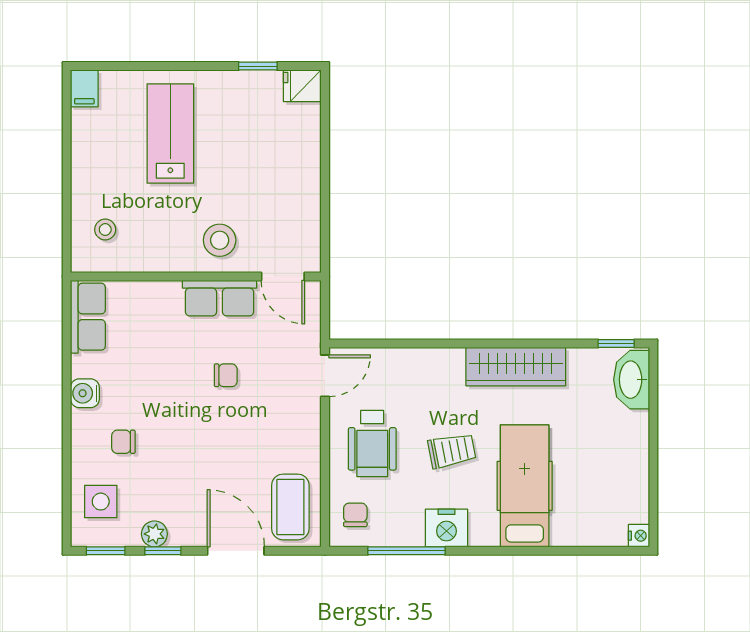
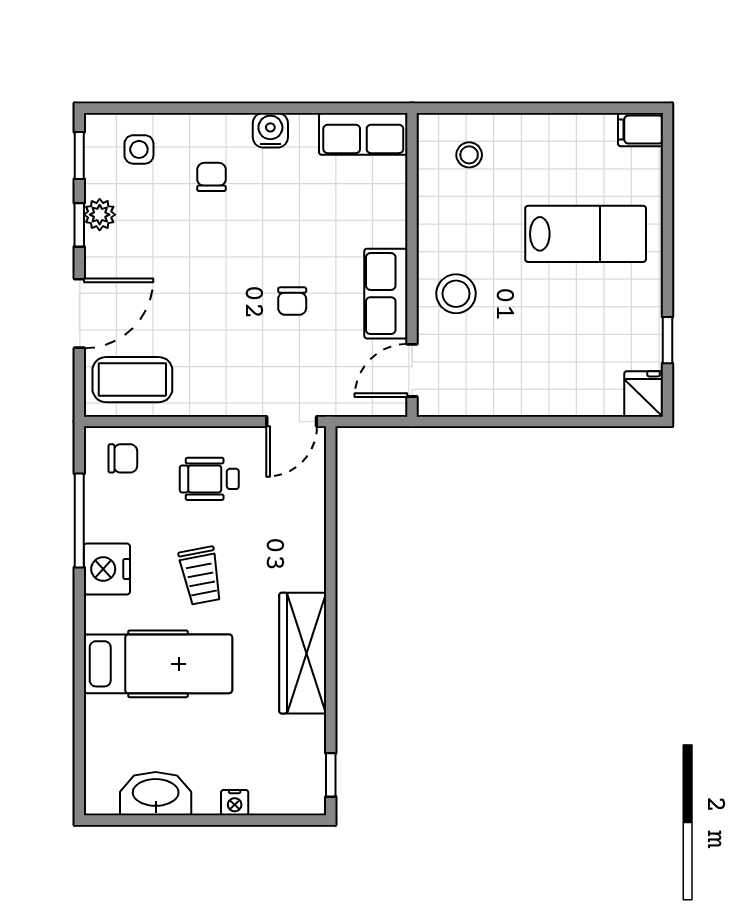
door: (325, 376) -> (292, 422), hinge flipped
washbasin: (632, 380) -> (156, 794), moved
wheelchair: (372, 444) -> (209, 479), width x0.73, depth x0.73
side table: (101, 502) -> (139, 149), width x0.73, depth x0.73
nightstand: (639, 536) -> (235, 803), moved

